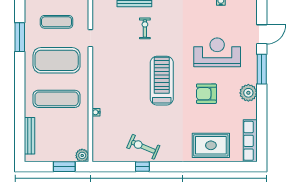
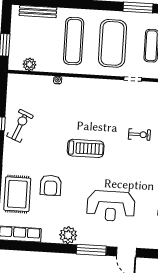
reception desk: (217, 52) -> (111, 206), turned 90
treadmill: (162, 81) -> (86, 148), width x0.73, depth x0.73
armchair: (206, 94) -> (51, 185), moved, turned 180
plant: (82, 155) -> (29, 64), moved

